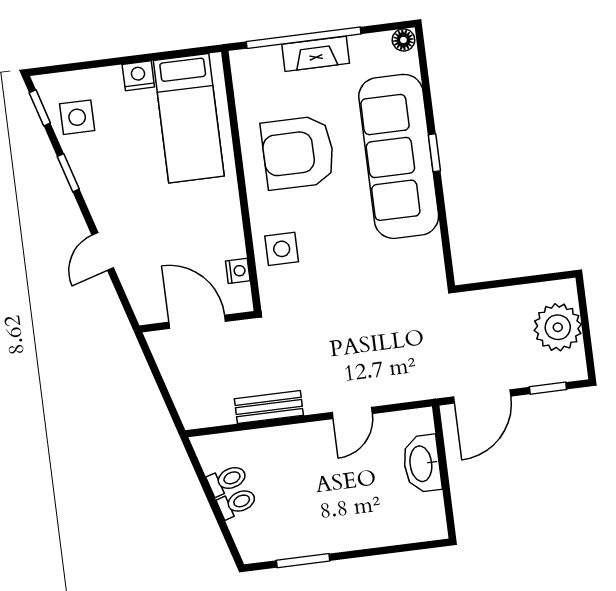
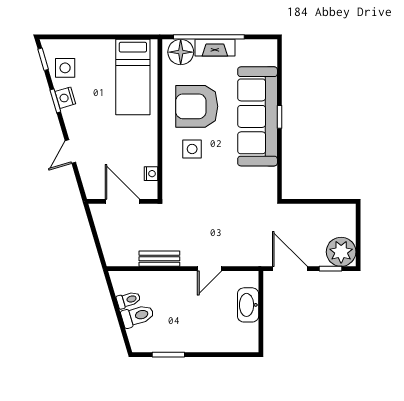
floor lamp: (403, 40) -> (181, 52), moved, width x1.89, depth x1.89
nightstand: (138, 76) -> (65, 98), moved, turned -106
side table: (282, 249) -> (192, 149), moved
plant: (558, 327) -> (341, 252), moved
door: (482, 396) -> (290, 269), swing flipped
toilet: (237, 503) -> (137, 316), width x1.37, depth x1.39

